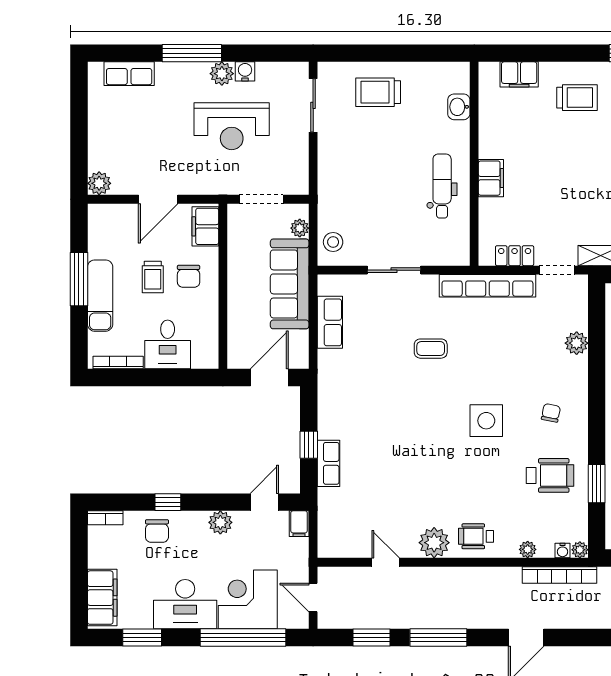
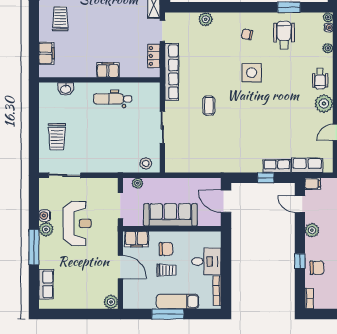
sofa: (290, 284) -> (170, 215), moved, turned 180
row of seats: (330, 322) -> (307, 165), moved

